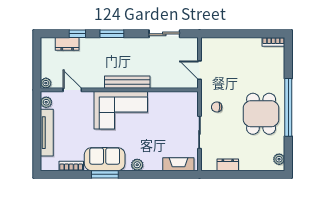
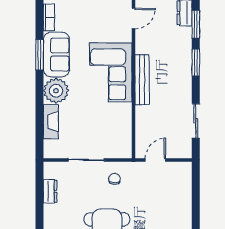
window: (77, 34) -> (196, 24), width x1.50
fireplace: (178, 164) -> (51, 122), moved
plant: (137, 165) -> (56, 91), width x1.87, depth x1.87

